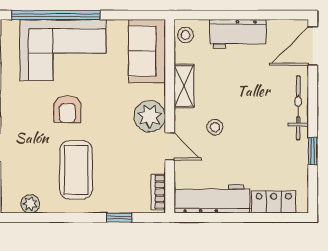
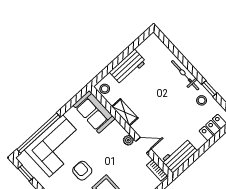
door: (313, 46) -> (166, 41), removed
armchair: (67, 109) -> (82, 171), turned 180
plant: (150, 116) -> (128, 140), width x0.53, depth x0.53
stool: (215, 127) -> (202, 100), moved
workbench: (212, 199) -> (179, 156), width x0.73

